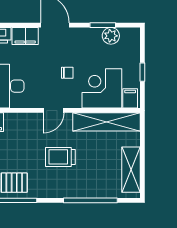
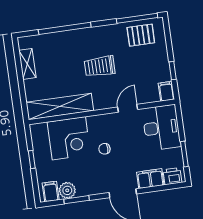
filing cabinet: (130, 98) -> (51, 191), moved, turned 180
door: (54, 110) -> (128, 108), moved
trolley: (60, 157) -> (100, 66), turned 180
shelving: (131, 170) -> (27, 64), width x0.67, depth x0.75

